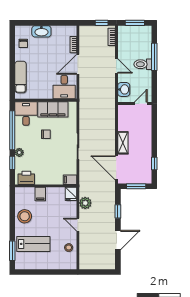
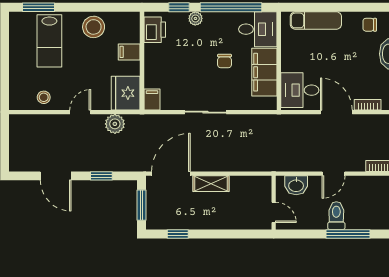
fridge: (71, 194) -> (126, 93), width x1.88, depth x1.34

